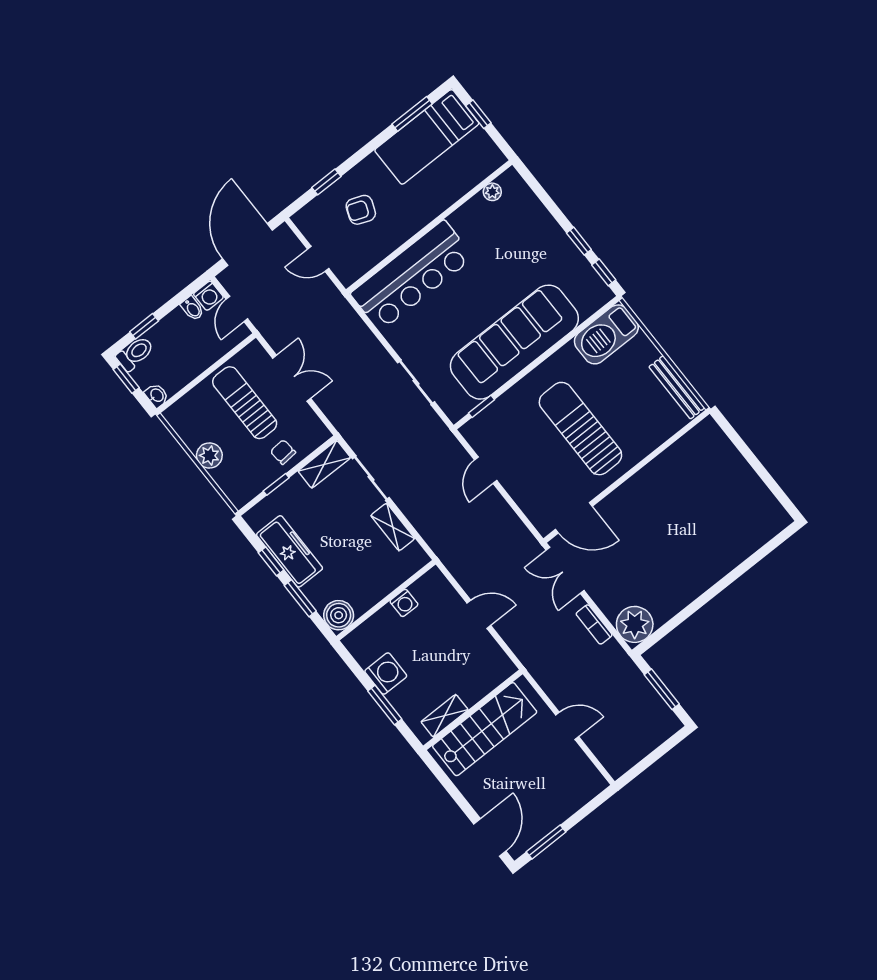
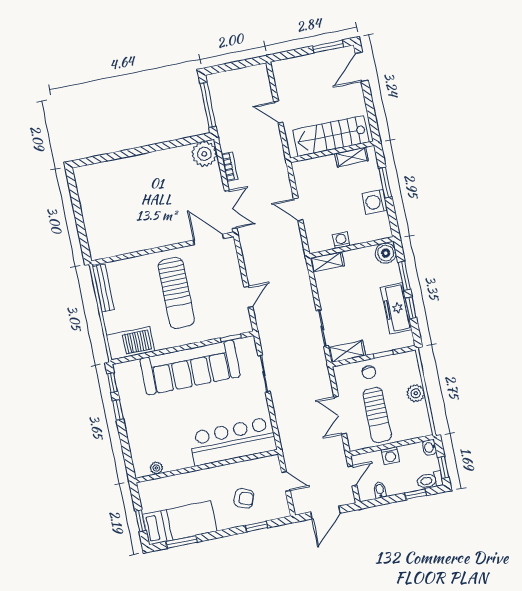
door: (247, 244) -> (325, 513), width x0.73
washing machine: (208, 296) -> (390, 456), moved, turned 180
shelving: (393, 527) -> (327, 262), moved, turned 90
window: (662, 689) -> (208, 105), width x1.44

